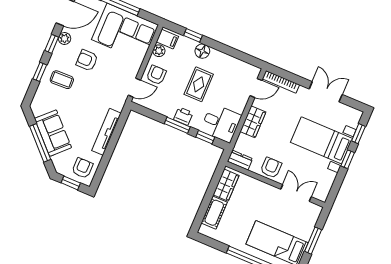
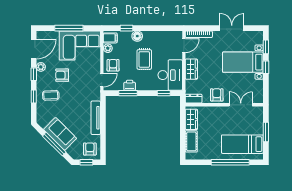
printer: (183, 116) -> (130, 85), moved
desk: (221, 123) -> (170, 75), width x1.37
window: (177, 125) -> (128, 93), moved

